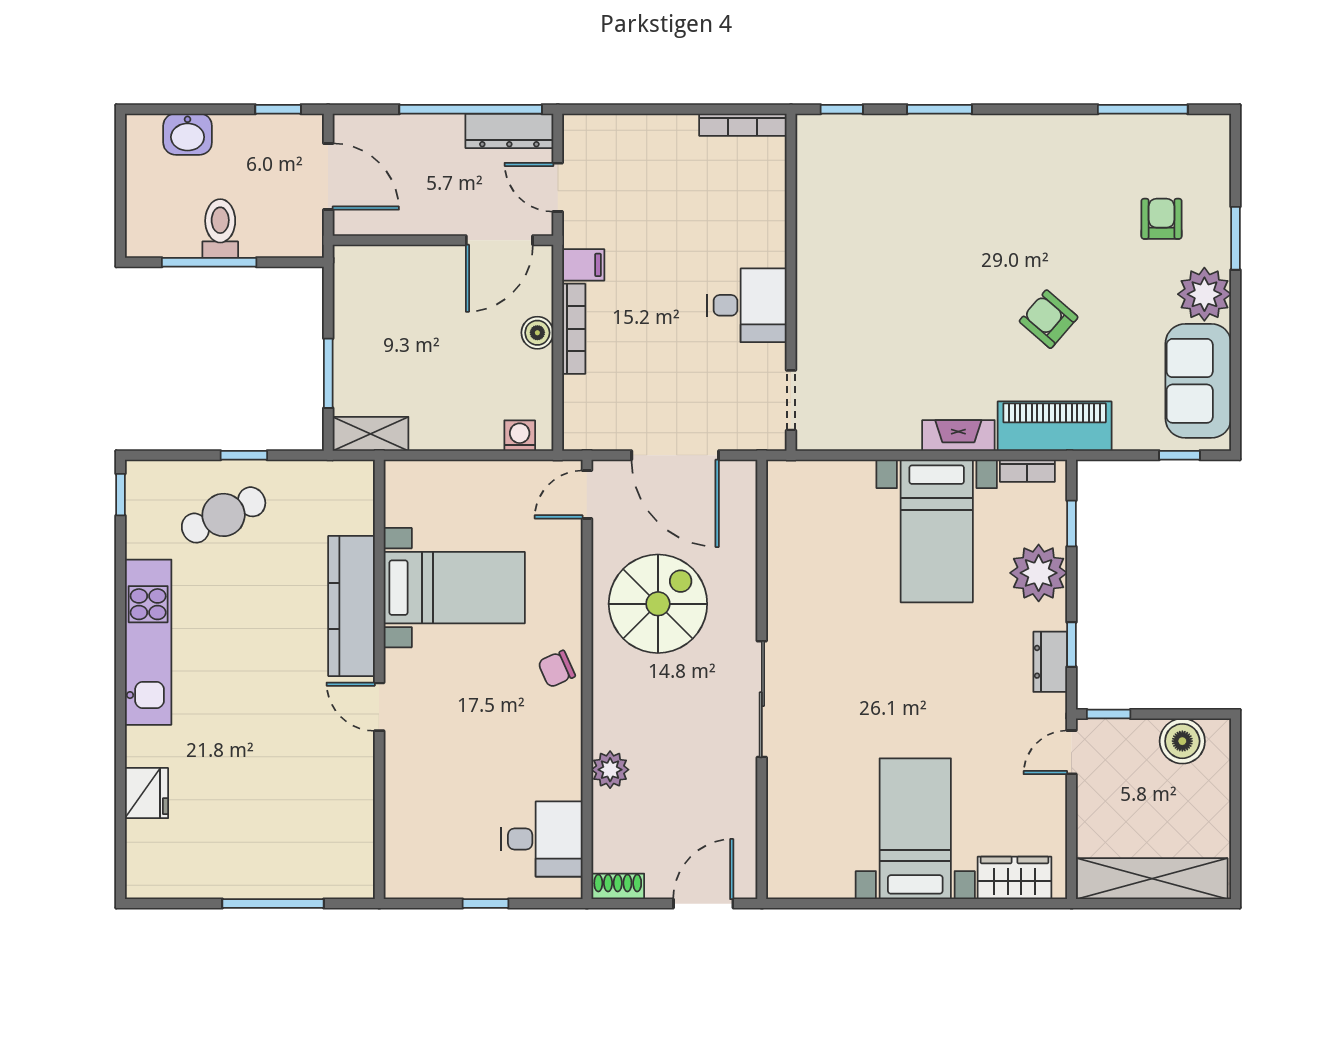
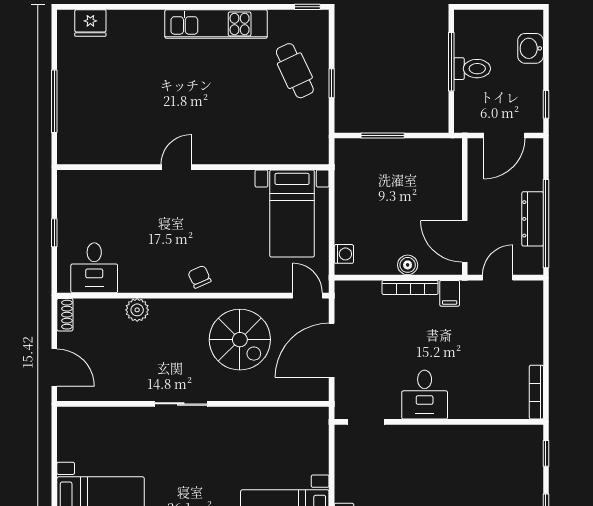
dresser: (509, 131) -> (533, 219), moved
shelving: (371, 434) -> (345, 162), removed
bed with nightstands: (454, 588) -> (292, 213), moved
kitchen counter: (352, 606) -> (238, 150), removed
sliding door: (762, 699) -> (181, 404), width x0.73
fridge: (147, 793) -> (90, 23), moved

